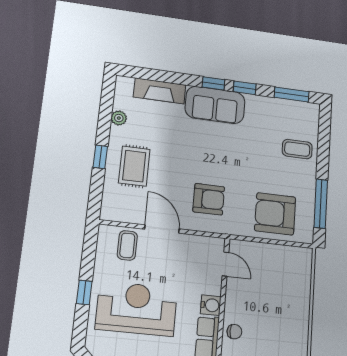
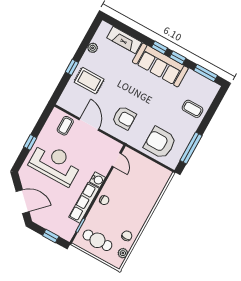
sofa: (215, 105) -> (160, 65), width x1.36
rug: (134, 166) -> (89, 81), turned 90

